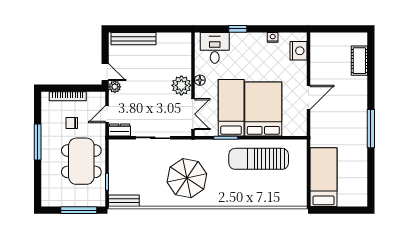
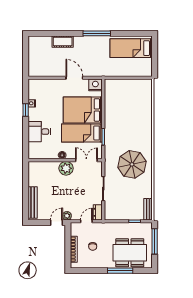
window: (238, 29) -> (26, 110), moved
desk: (215, 48) -> (39, 132), moved
nightstand: (298, 51) -> (95, 85), moved
cot: (359, 61) -> (63, 42), moved
door: (107, 114) -> (86, 221), swing flipped
window: (38, 142) -> (120, 271), moved
sun lounger: (259, 159) -> (118, 113), removed
dining table: (81, 161) -> (130, 253), moved
bed: (323, 177) -> (131, 48), moved

